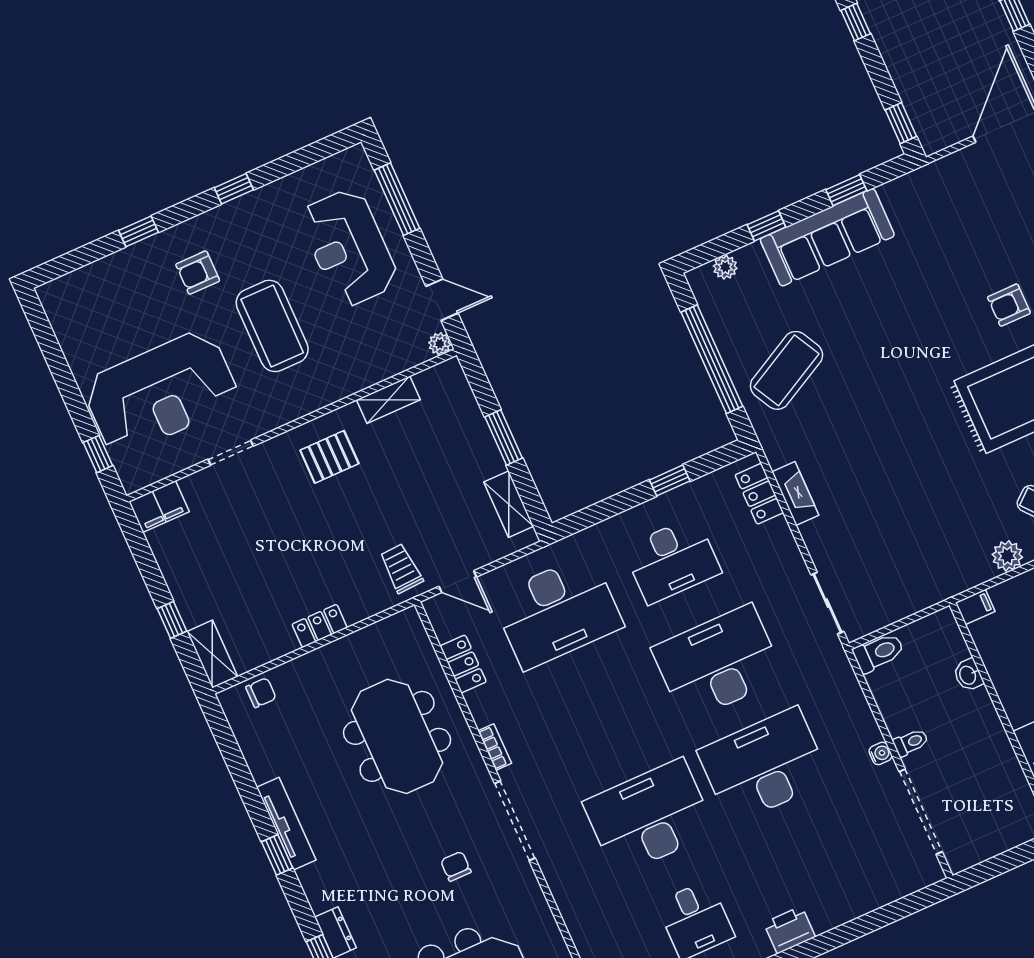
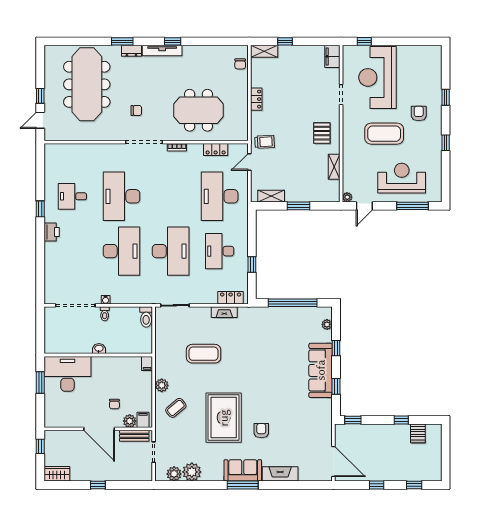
coffee table: (786, 370) -> (204, 354), moved, turned -62
washbasin: (968, 675) -> (99, 349), moved
desk: (649, 817) -> (121, 196), turned 180
tv unit: (286, 824) -> (162, 51), moved

